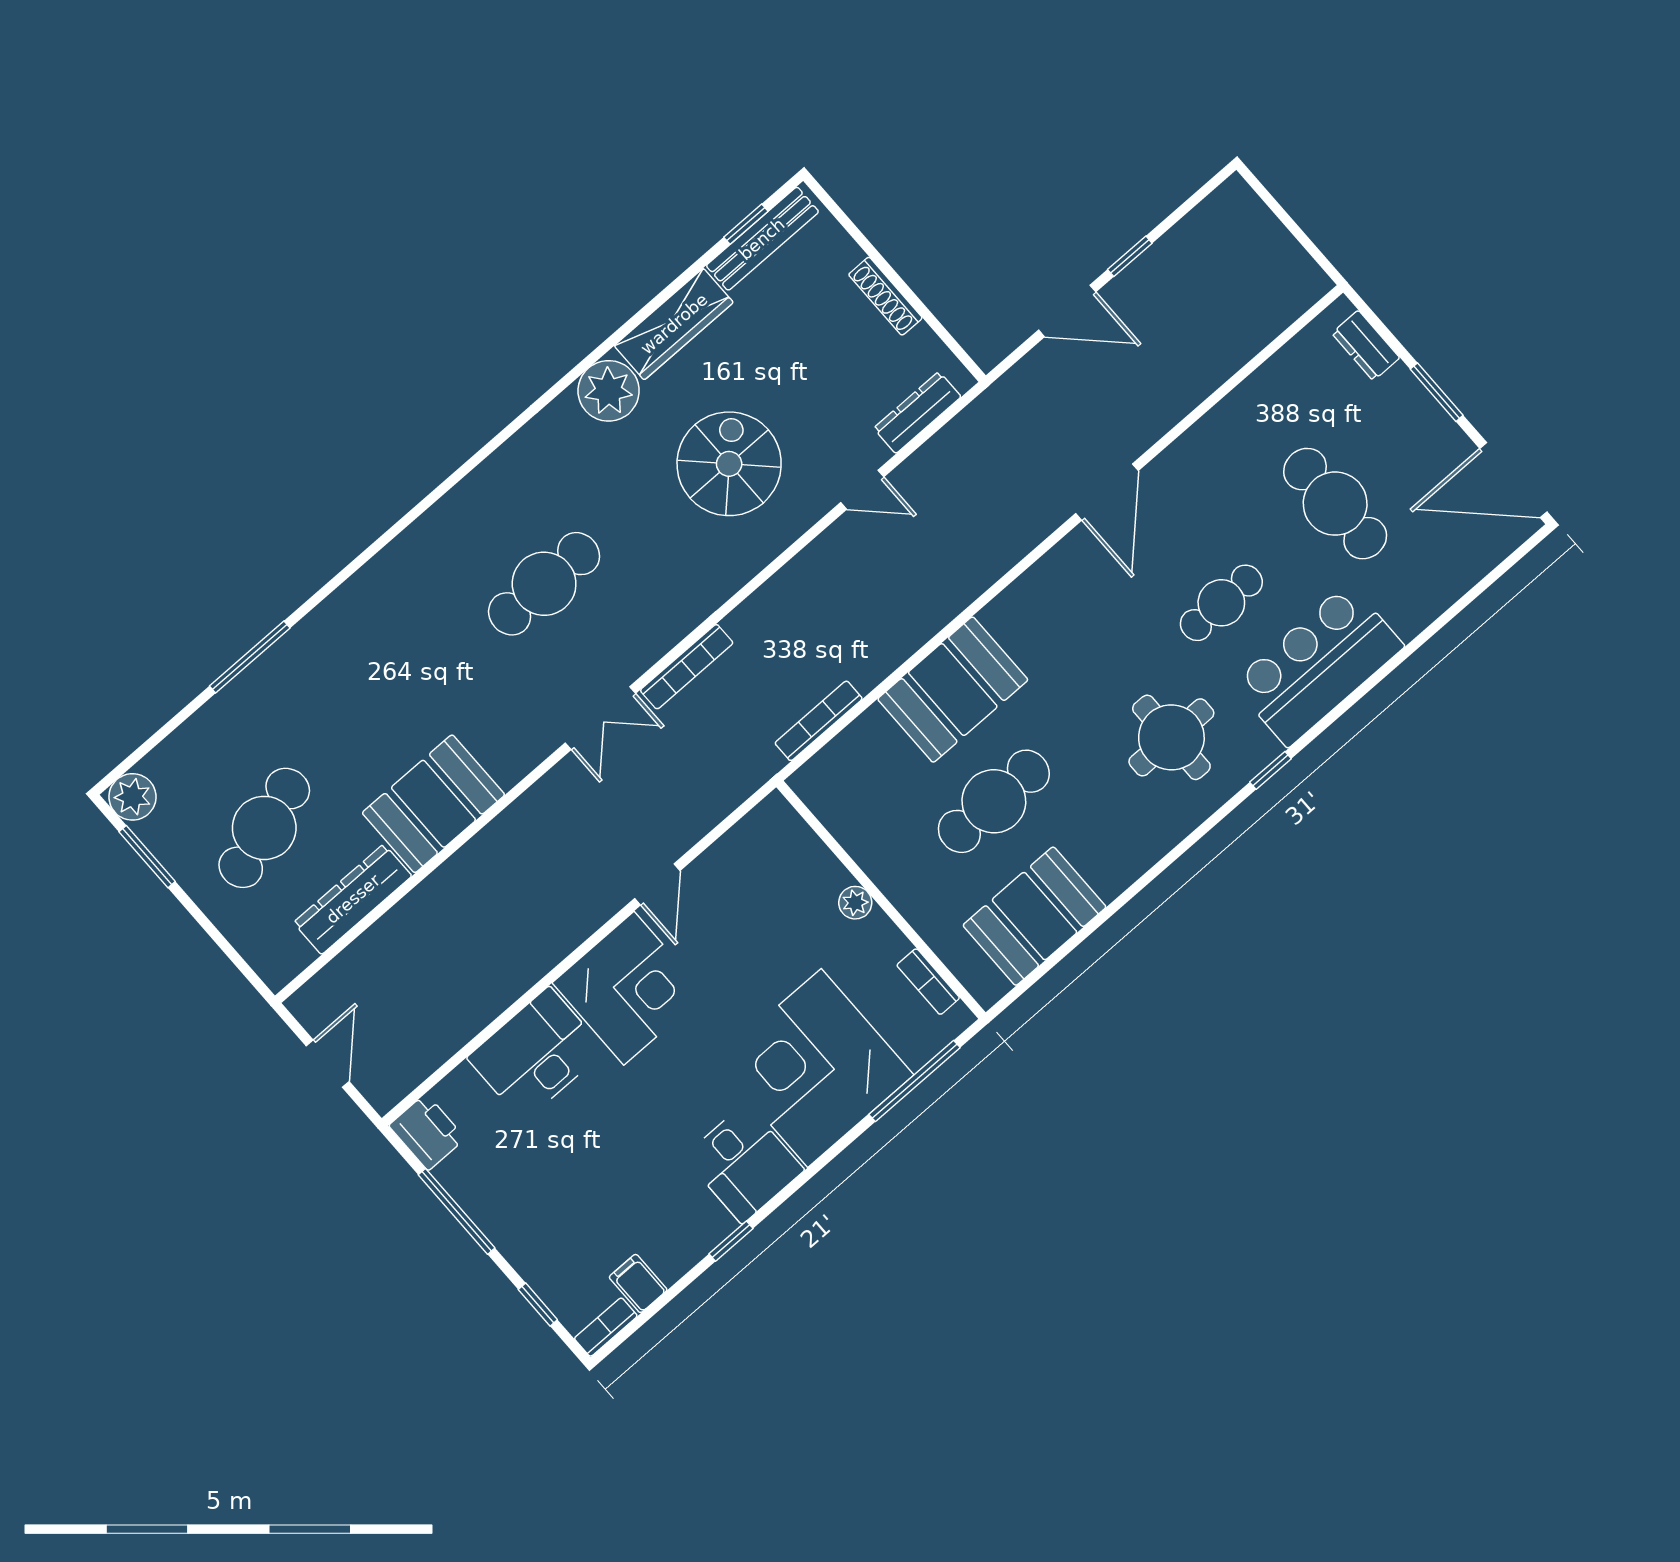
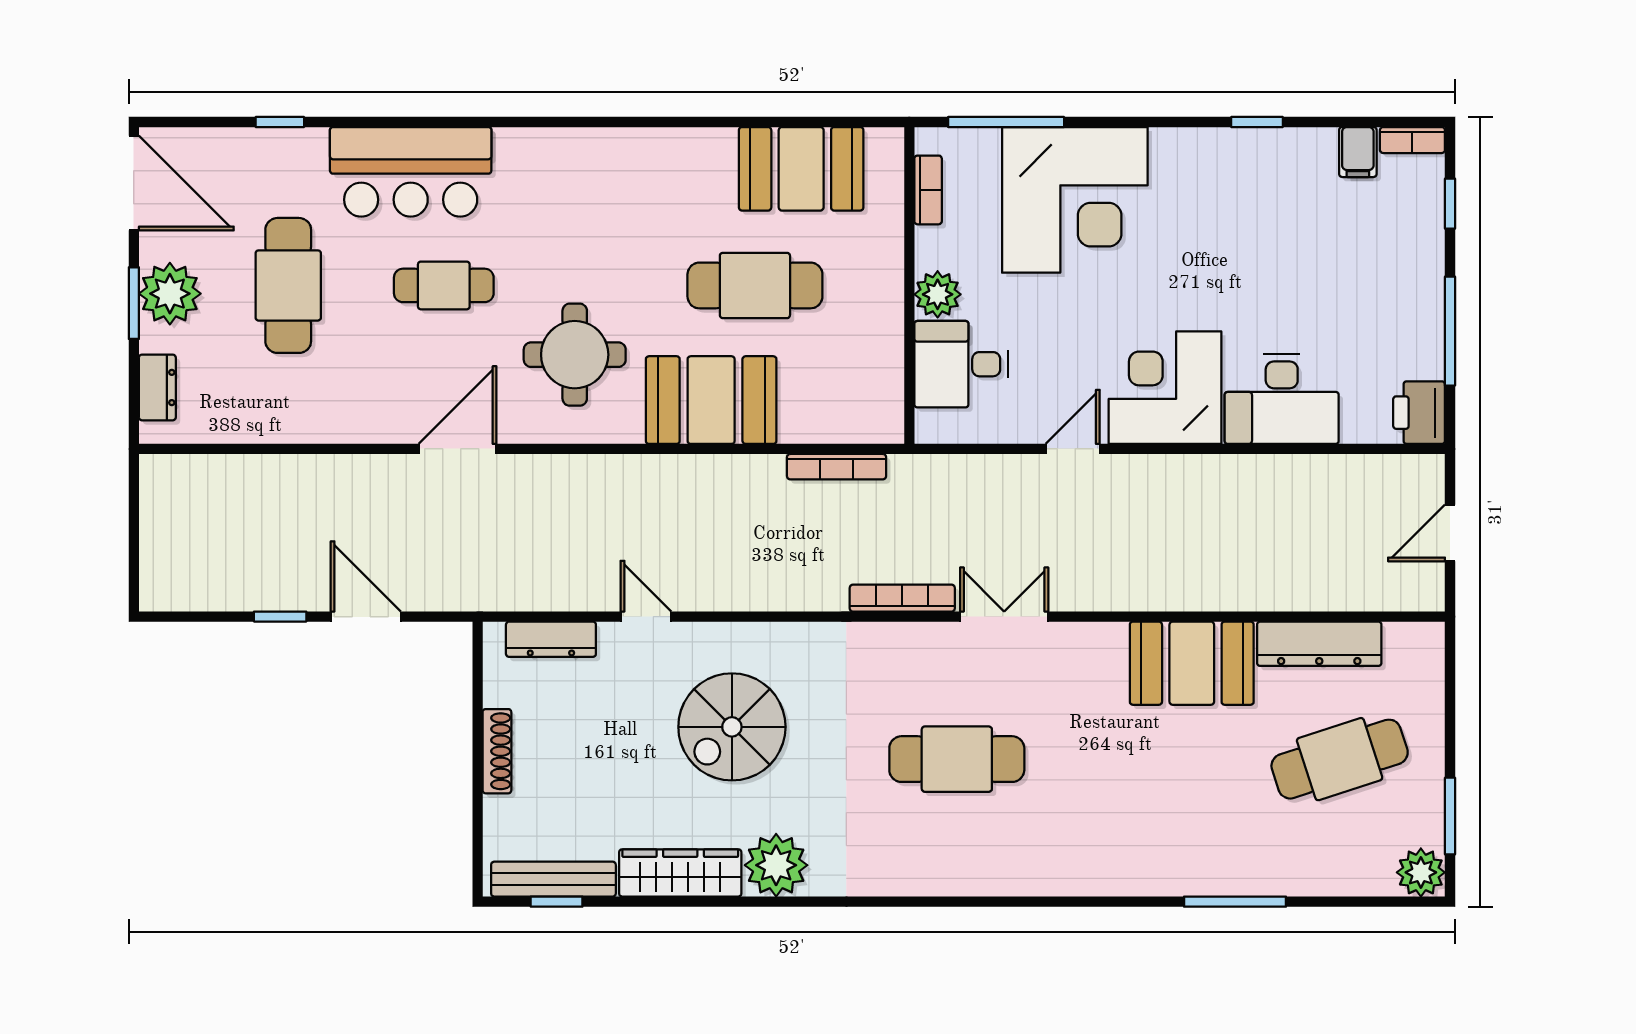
plant: (1416, 422) -> (170, 294), added
round table: (1171, 737) -> (575, 355), moved
window: (1271, 770) -> (280, 122), moved
plant: (855, 903) -> (938, 294), width x1.38, depth x1.38
desk: (744, 1163) -> (961, 364), moved, turned -90

